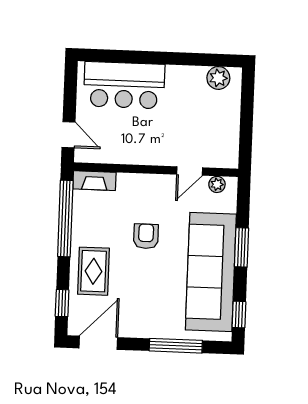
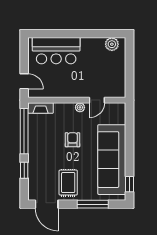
plant: (217, 184) -> (80, 107), moved
window: (242, 247) -> (129, 144), removed
rug: (93, 271) -> (68, 183), moved
window: (62, 303) -> (24, 170), moved
door: (98, 343) -> (47, 204), swing flipped

